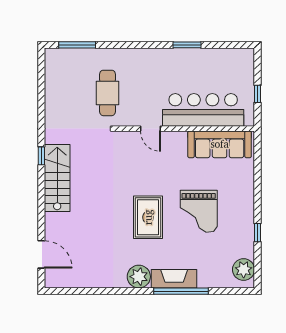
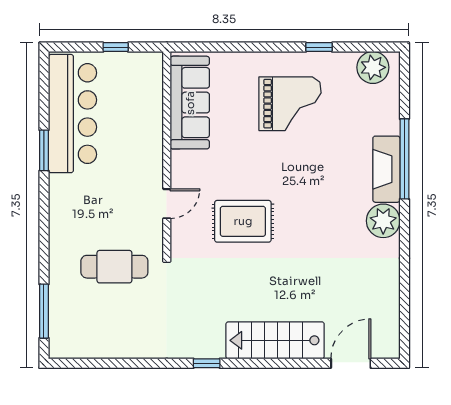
bar counter: (203, 110) -> (72, 114), moved, turned 180
stairs: (57, 178) -> (275, 340), moved
grand piano: (199, 211) -> (290, 104), moved
rug: (148, 217) -> (243, 221), moved

